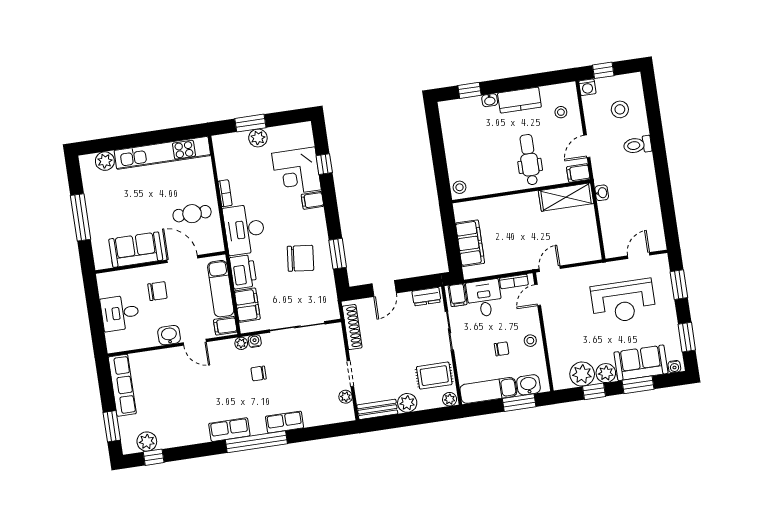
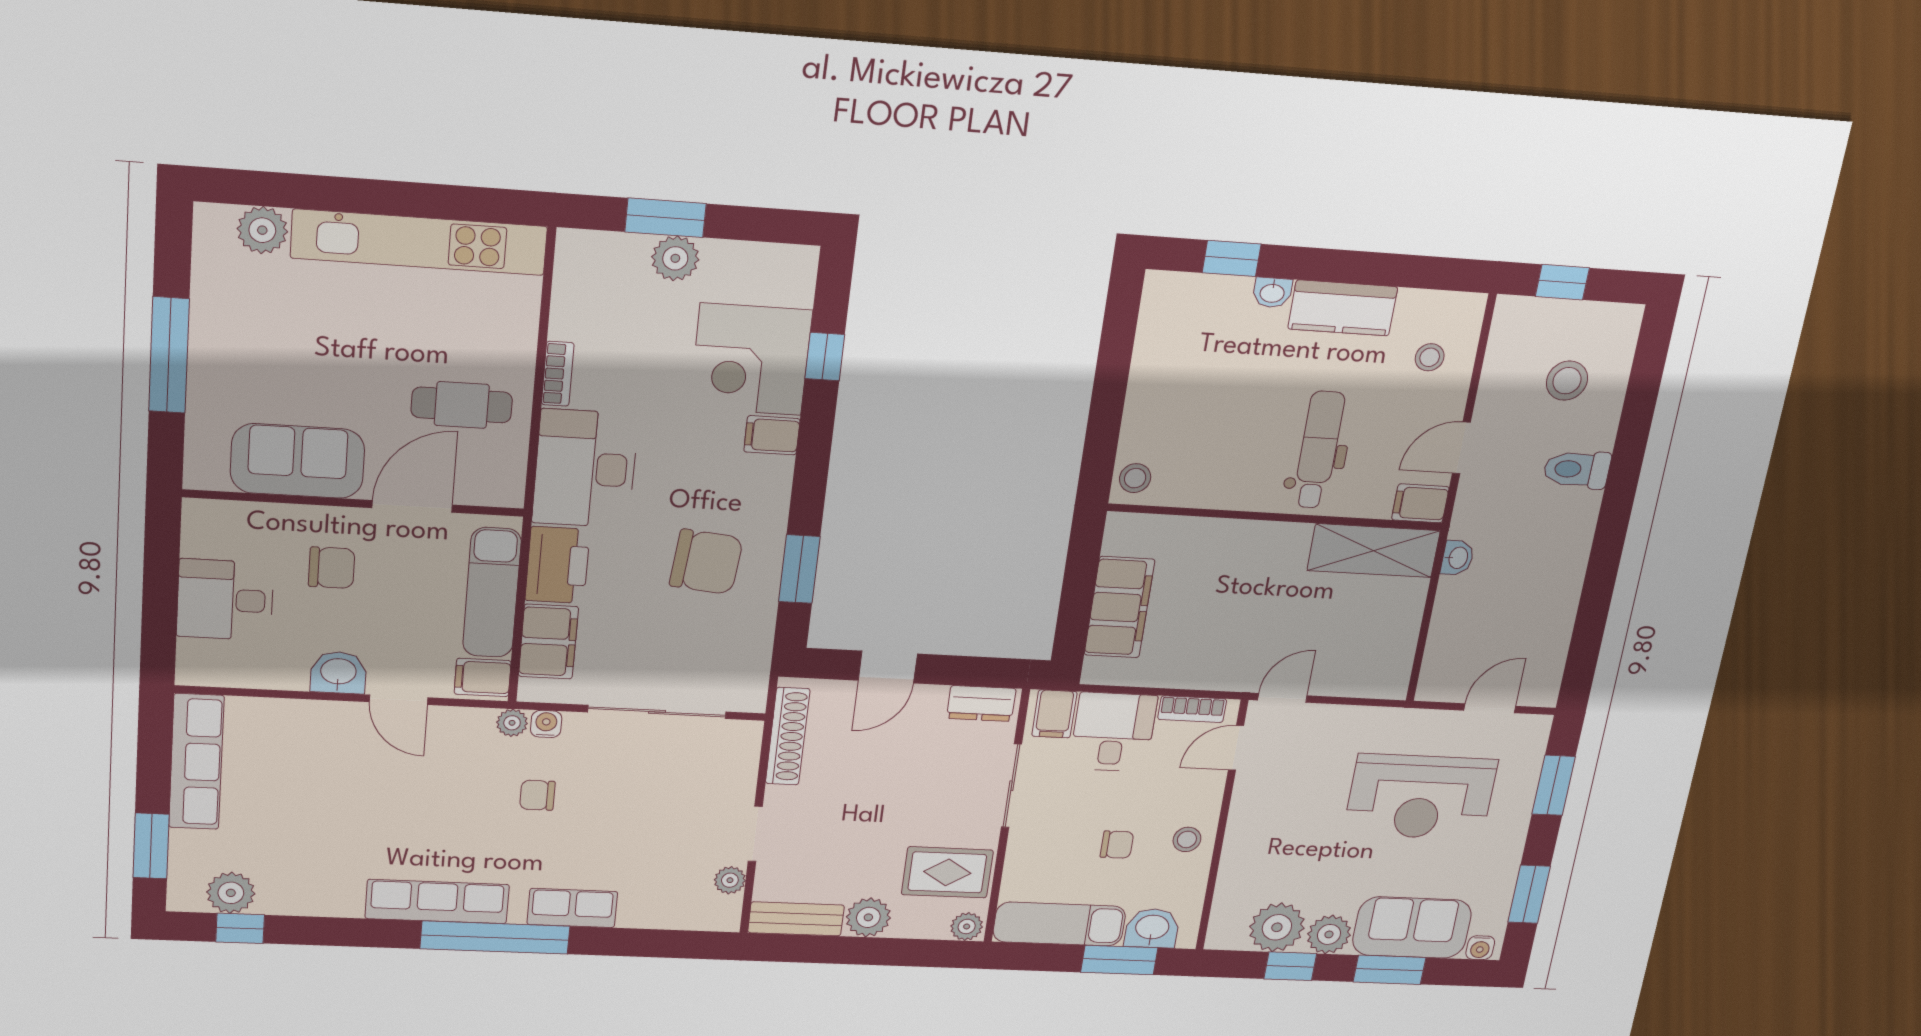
washing machine: (587, 87) -> (1511, 313), removed
door: (182, 259) -> (412, 506), hinge flipped
row of seats: (229, 430) -> (437, 902), width x1.48

